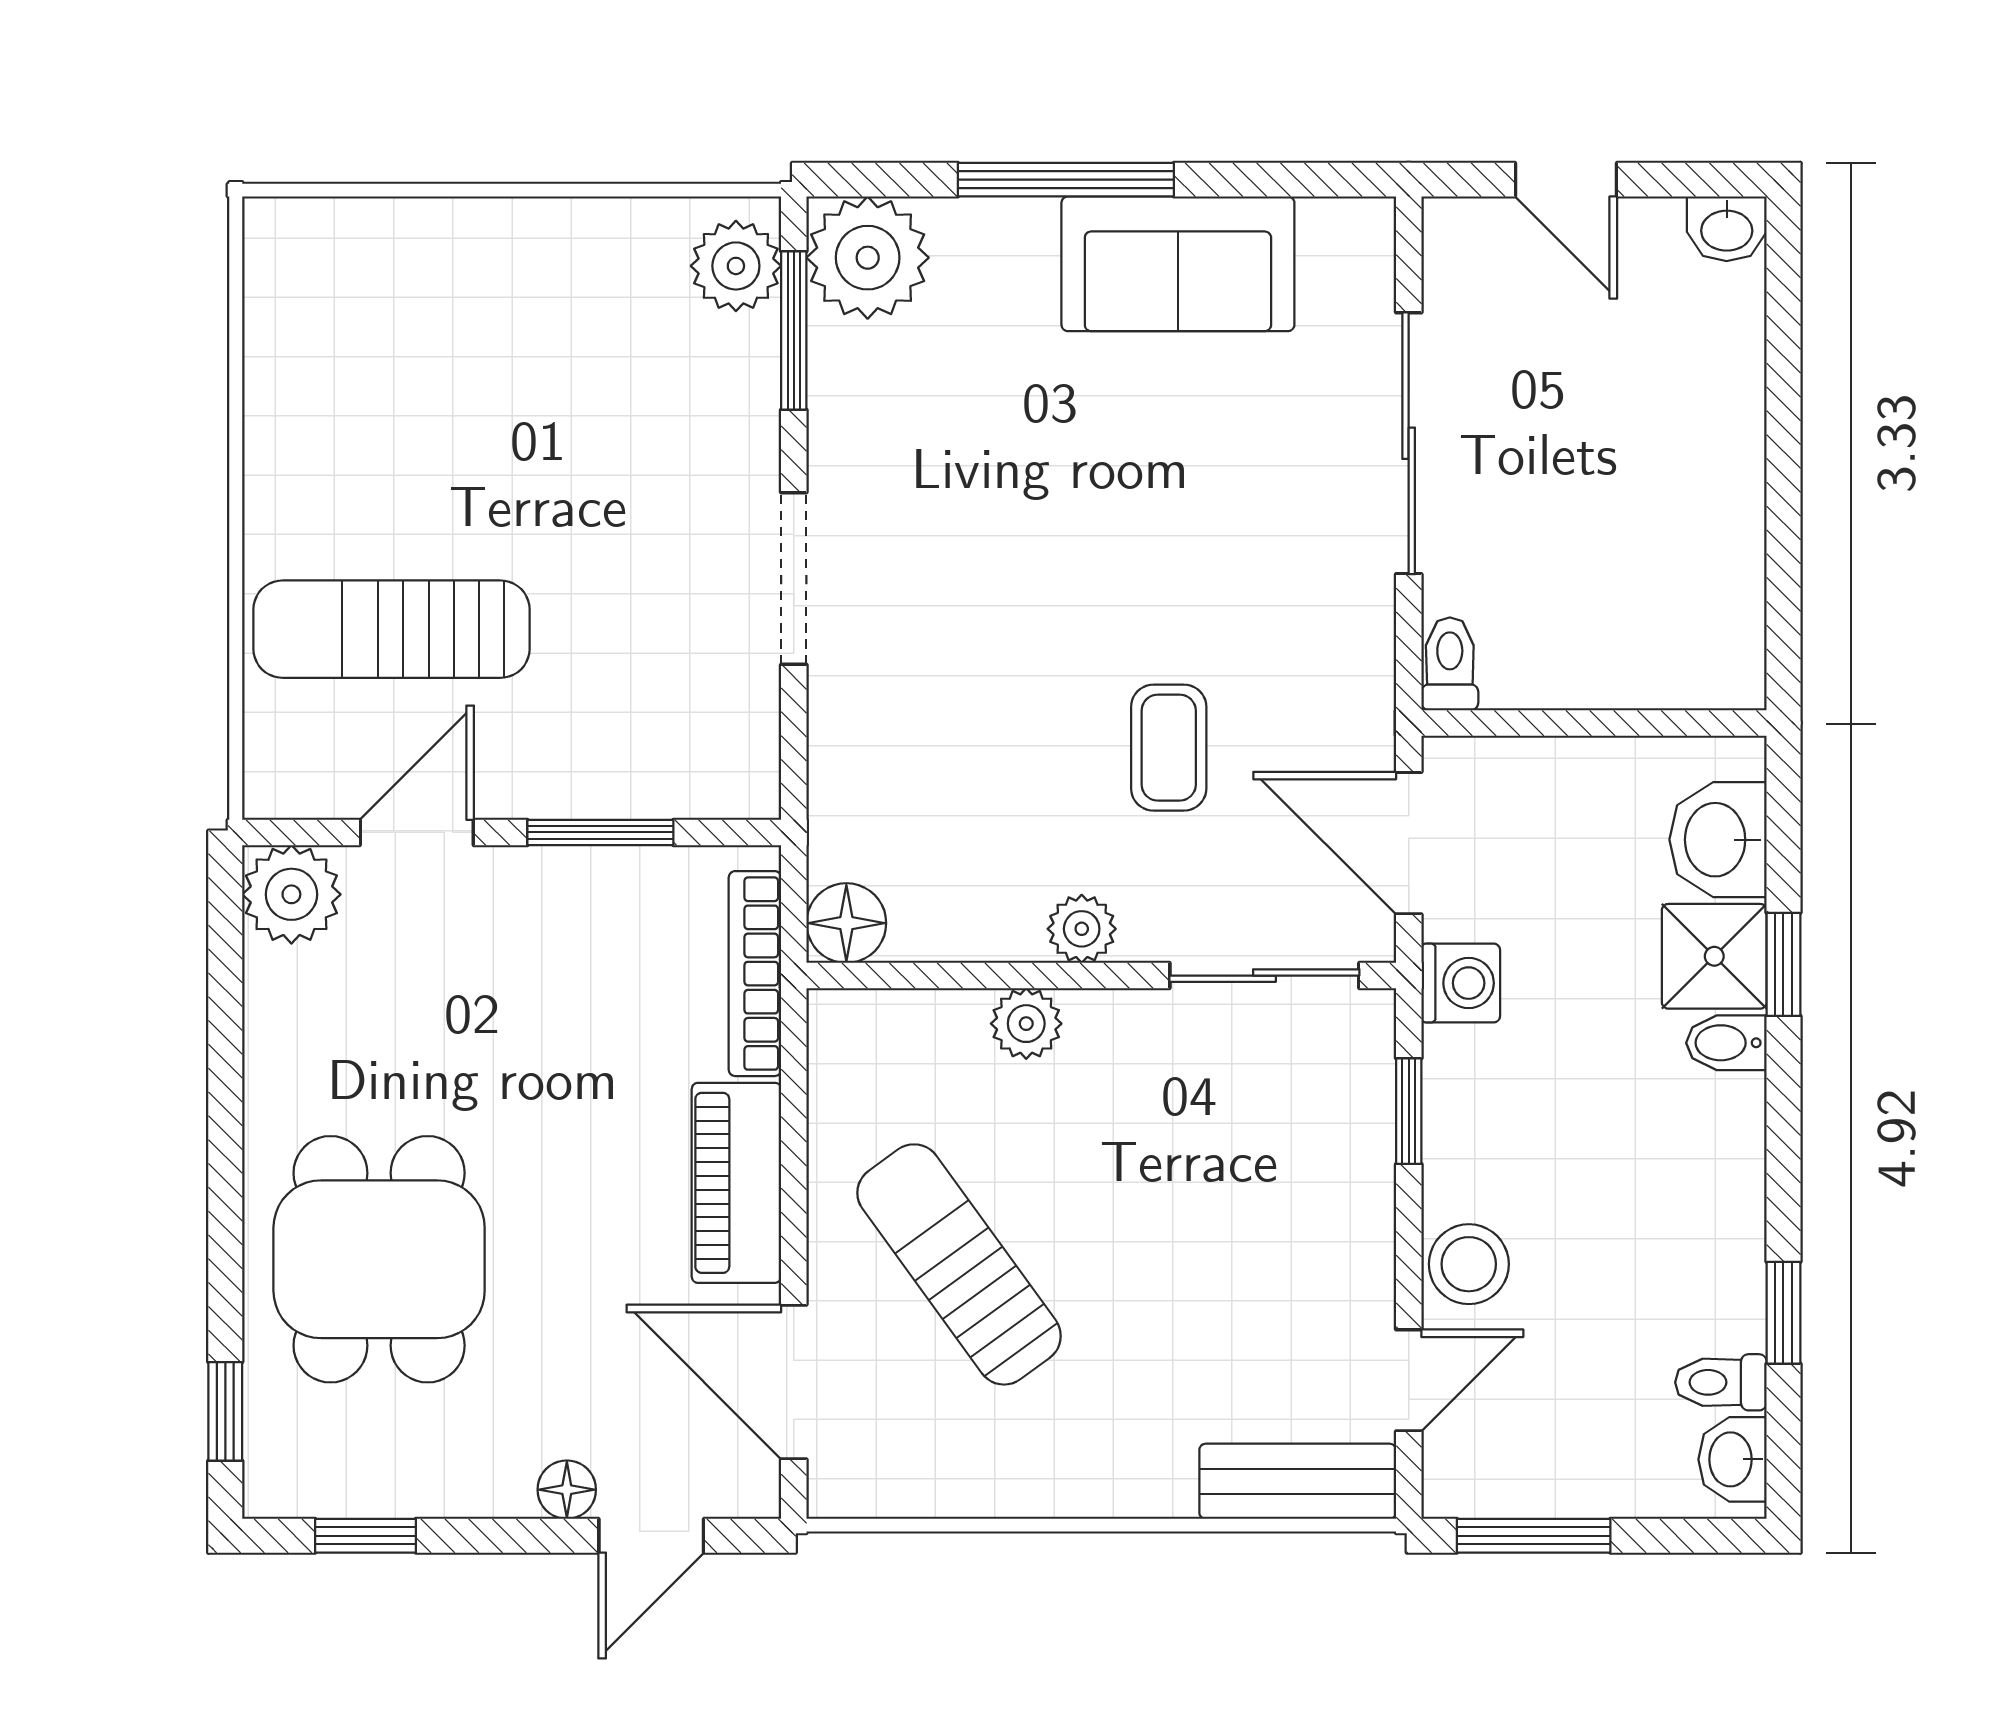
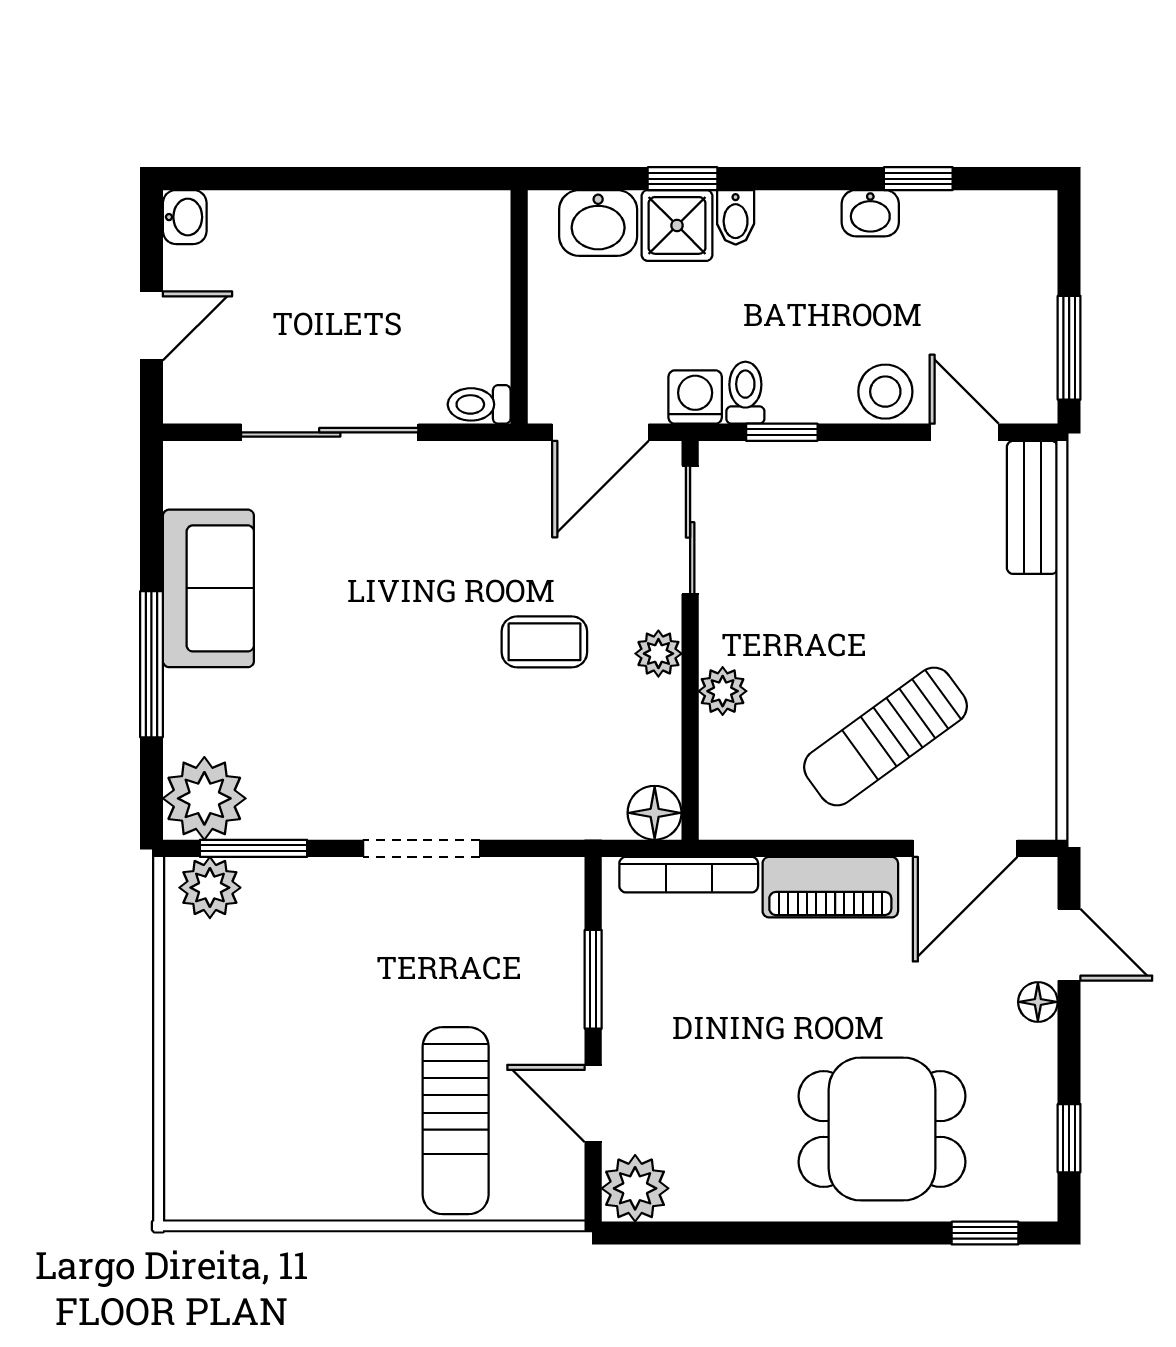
coffee table: (1169, 748) -> (544, 642), moved
toilet: (1721, 1382) -> (745, 393), moved, turned 180
washbasin: (1732, 1459) -> (870, 213), moved

